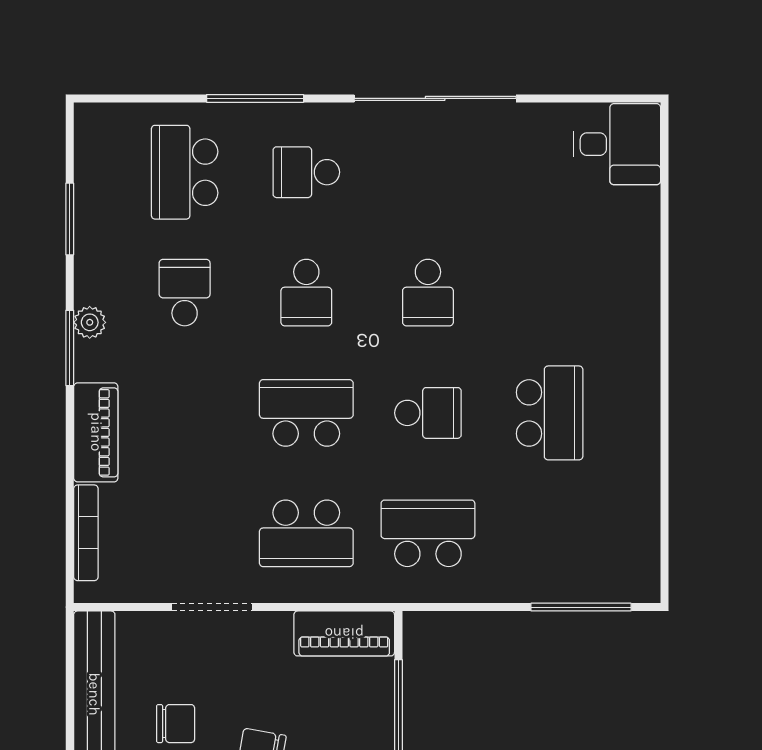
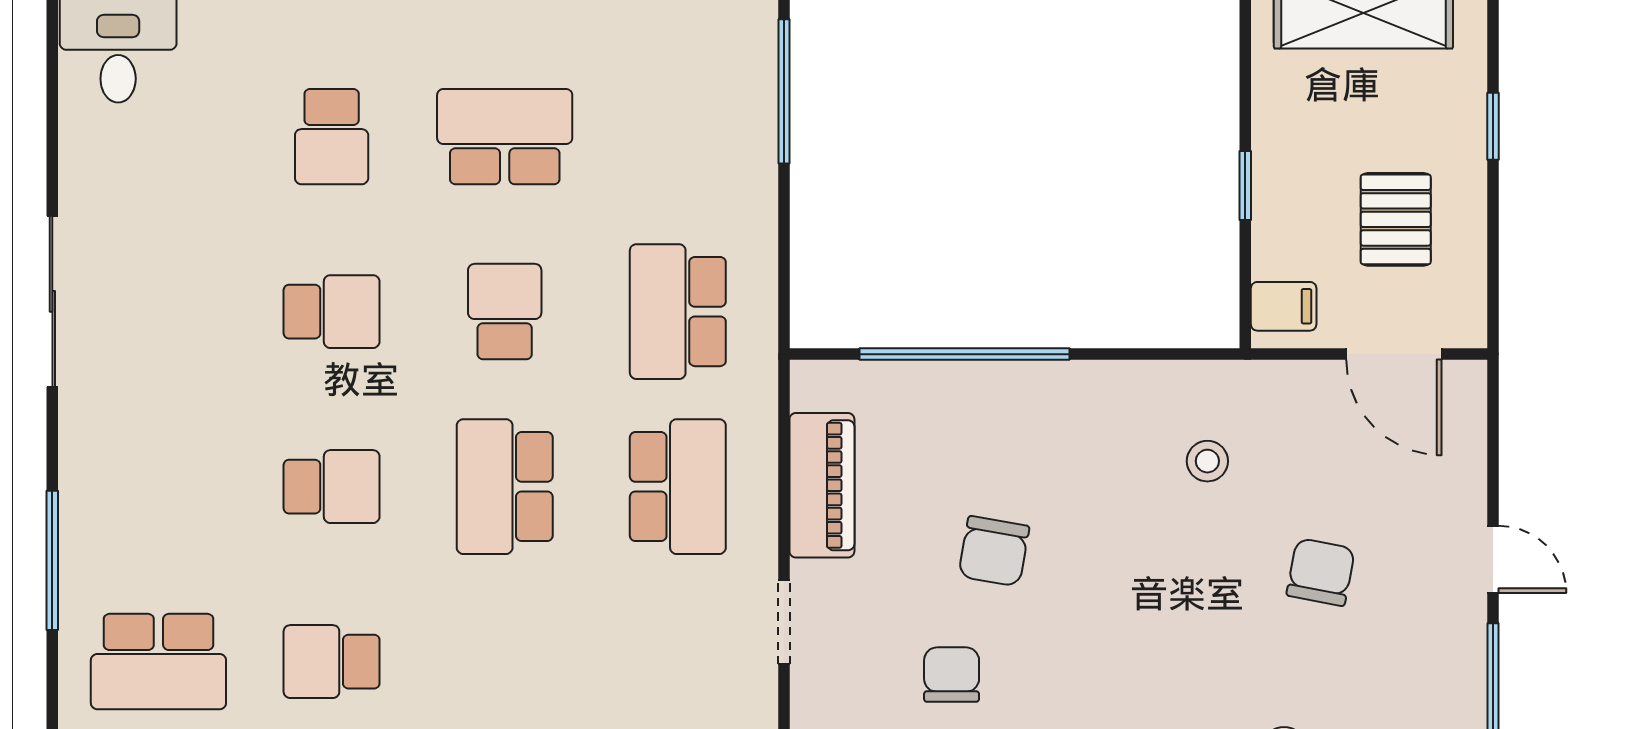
sliding door: (435, 98) -> (52, 301), width x0.73
school desk: (306, 172) -> (332, 137), moved
doorway: (212, 607) -> (784, 622), width x0.73
piano: (344, 633) -> (822, 485), moved

